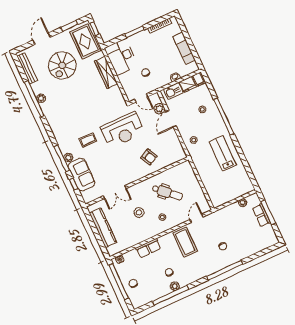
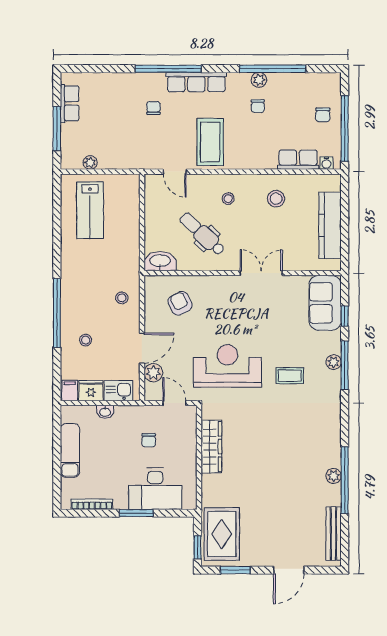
desk: (121, 57) -> (155, 489), moved, turned 90
spiral stairs: (62, 65) -> (276, 513), removed
wardrobe: (106, 72) -> (211, 447), moved
lab bench: (223, 153) -> (90, 210), moved
armchair: (149, 157) -> (180, 303), moved
washbasin: (183, 168) -> (160, 261), added
sofa: (81, 174) -> (325, 303), moved
double door: (115, 192) -> (261, 273), moved
stool: (139, 212) -> (276, 199), moved
row of seats: (261, 215) -> (70, 103), moved
door: (197, 218) -> (175, 172), hinge flipped
row of seats: (148, 248) -> (298, 160), moved
row of seats: (207, 270) -> (196, 82), added

